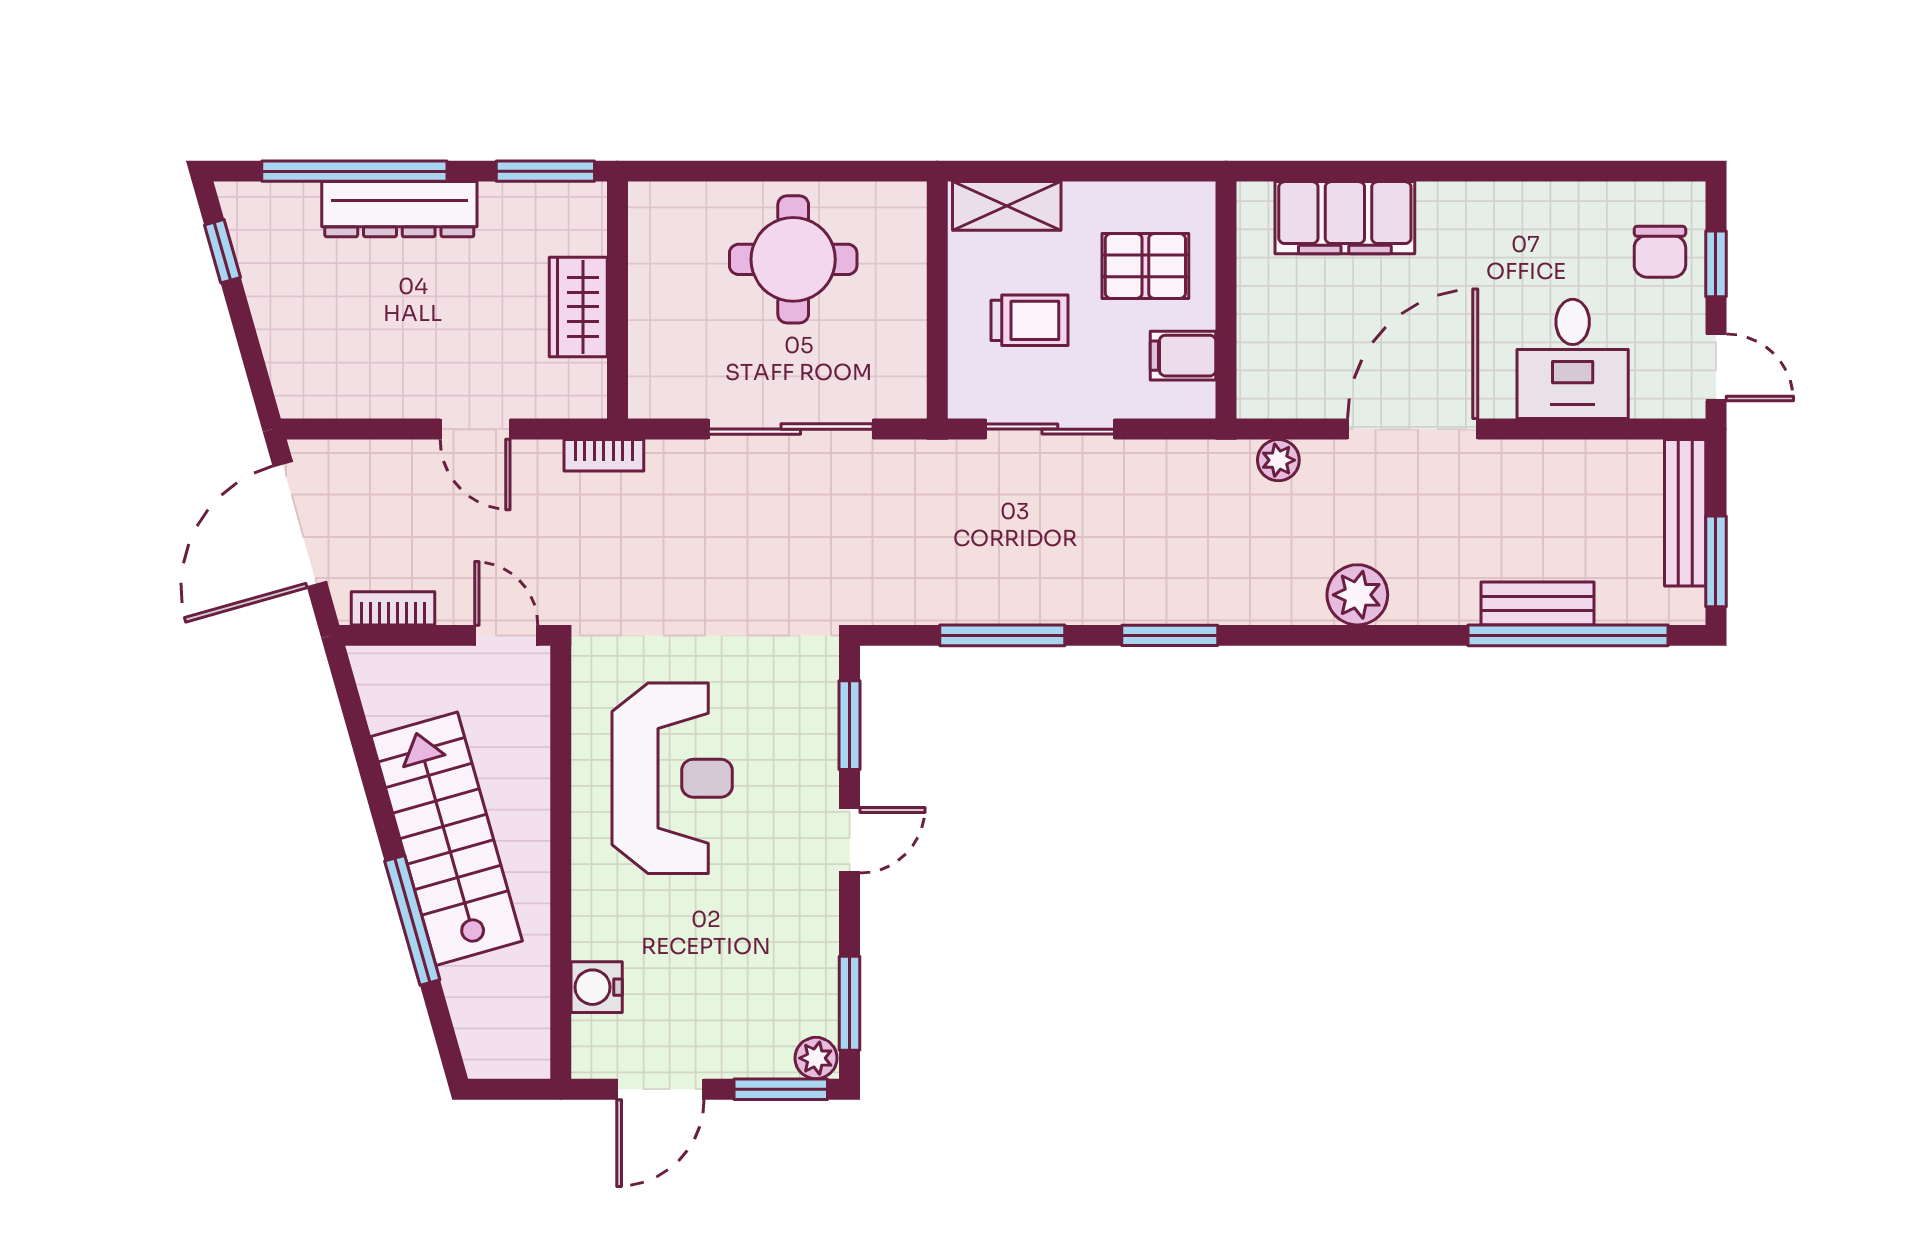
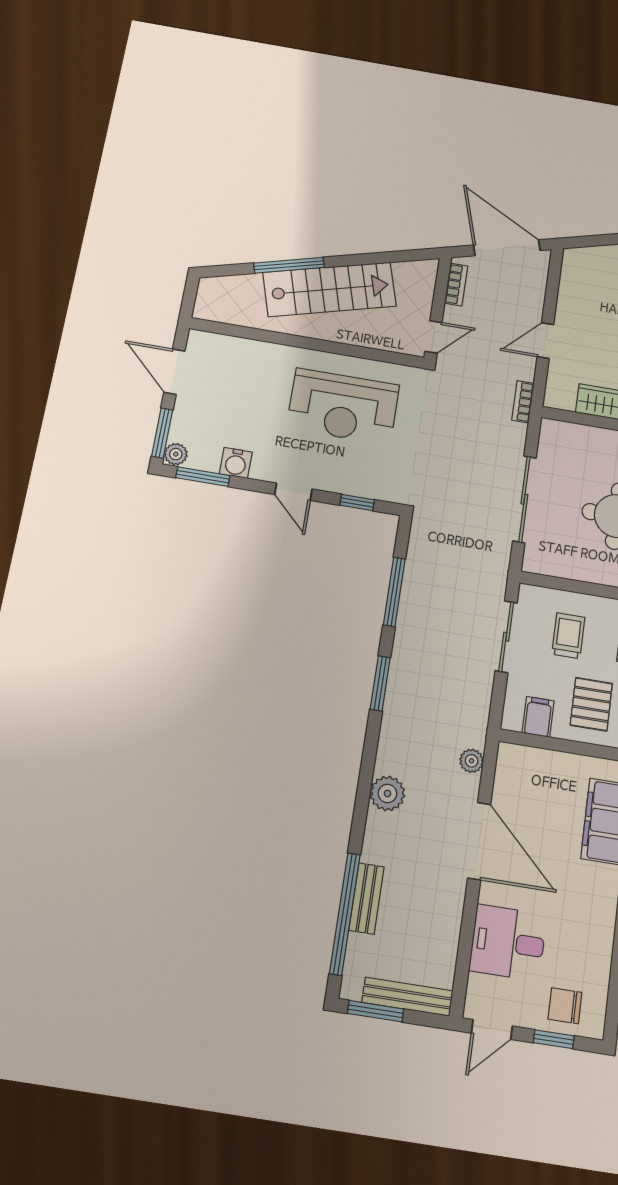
trolley: (1029, 320) -> (568, 636), turned 180
window: (850, 725) -> (357, 502), width x0.67
water cooler: (597, 987) -> (236, 463), moved, turned 180

